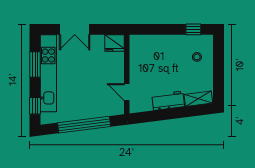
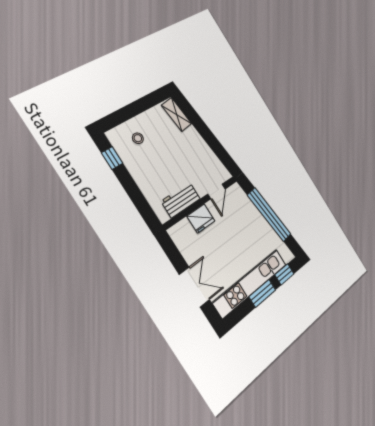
fridge: (114, 43) -> (201, 219), moved, turned 90
window: (35, 64) -> (262, 293), moved
workbench: (168, 101) -> (181, 200), moved, turned 97

